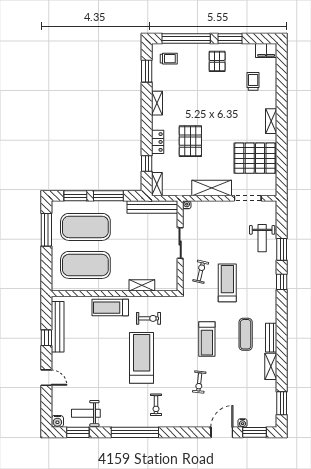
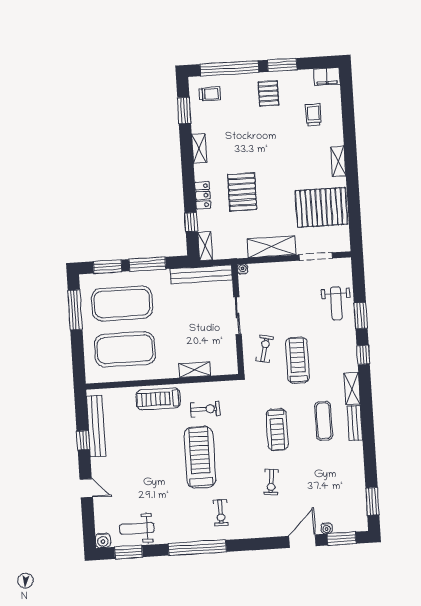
shelving: (271, 366) -> (352, 388), moved

